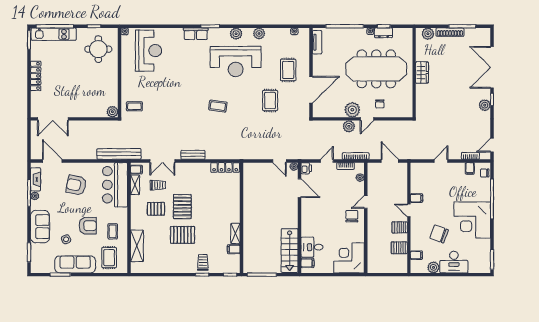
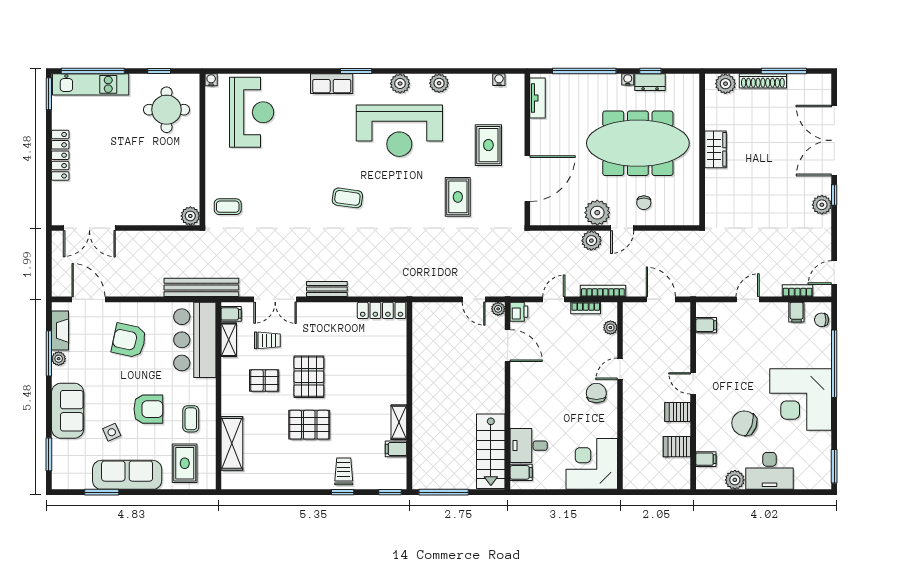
coffee table: (218, 106) -> (347, 198), moved
filing cabinet: (417, 198) -> (706, 325), moved

